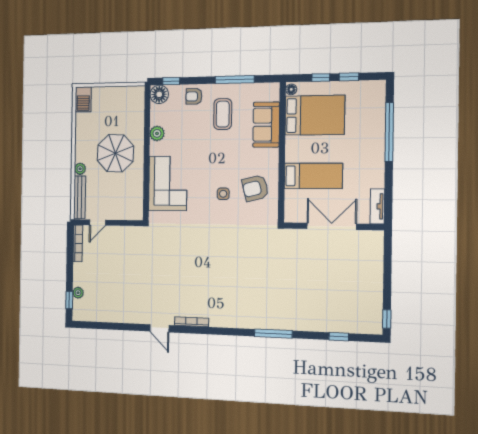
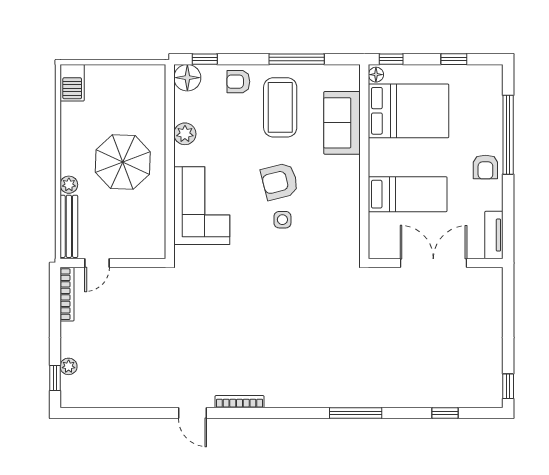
window: (321, 78) -> (391, 59), moved
coffee table: (223, 114) -> (280, 107), width x1.36, depth x1.32
armchair: (372, 156) -> (485, 167), added
armchair: (255, 188) -> (280, 181), moved

